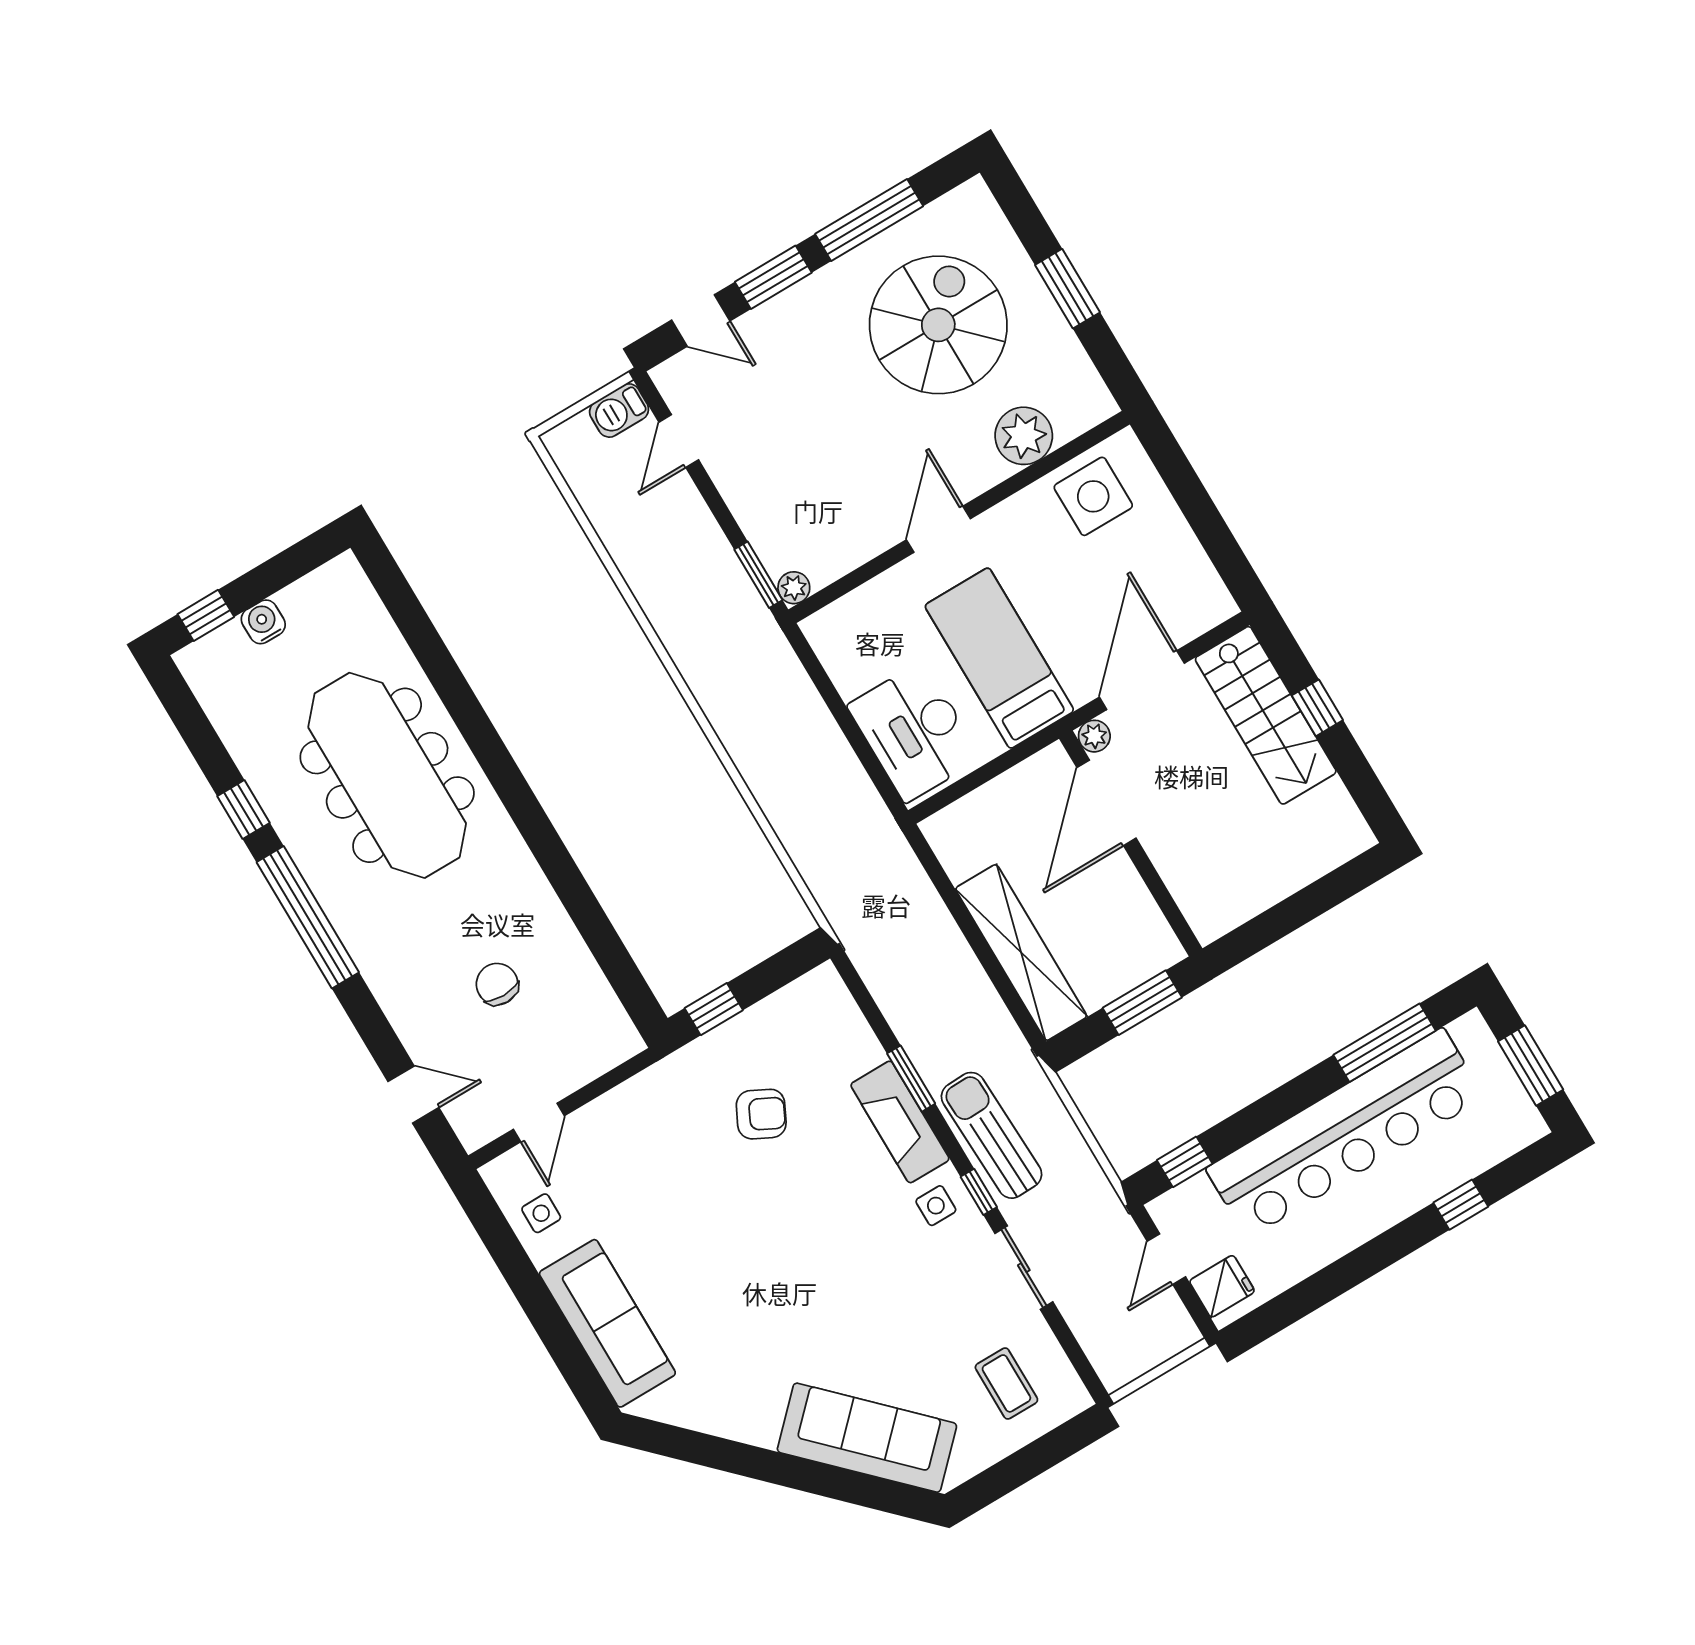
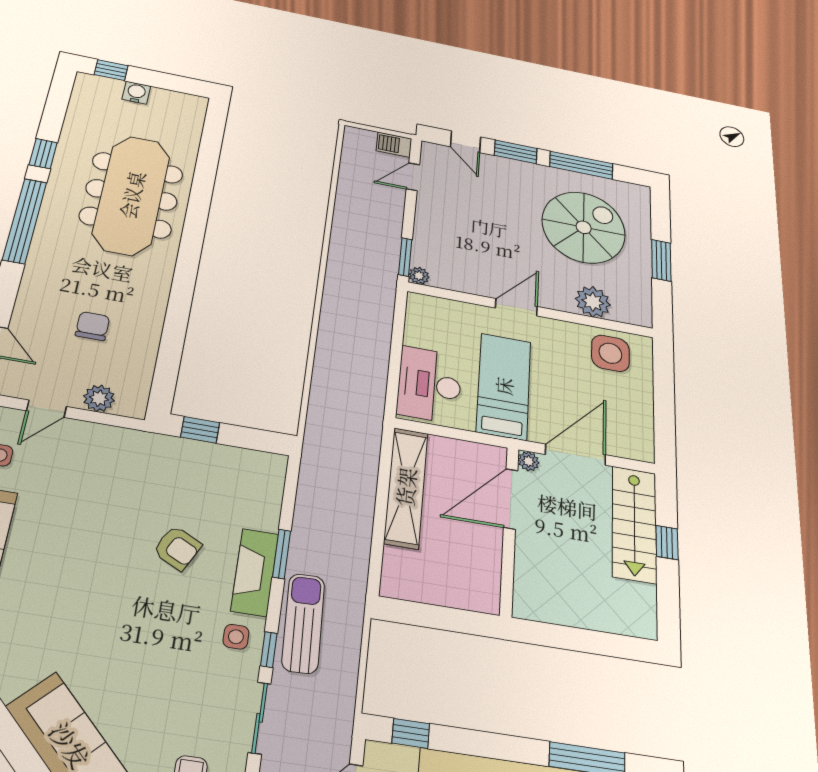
shelving: (1021, 952) -> (406, 487), moved
window: (1142, 1003) -> (453, 620), removed
plant: (580, 1064) -> (99, 398), added
armchair: (761, 1114) -> (177, 548), moved

